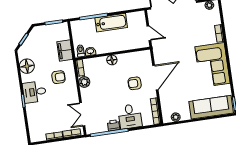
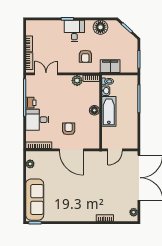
bathtub: (111, 23) -> (109, 111), moved, turned 180
corner sofa: (212, 65) -> (75, 207), removed

